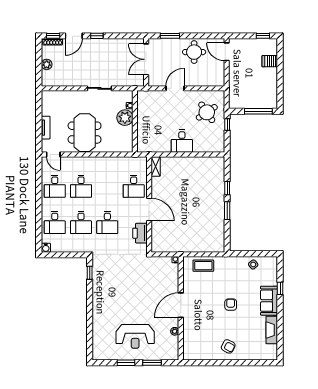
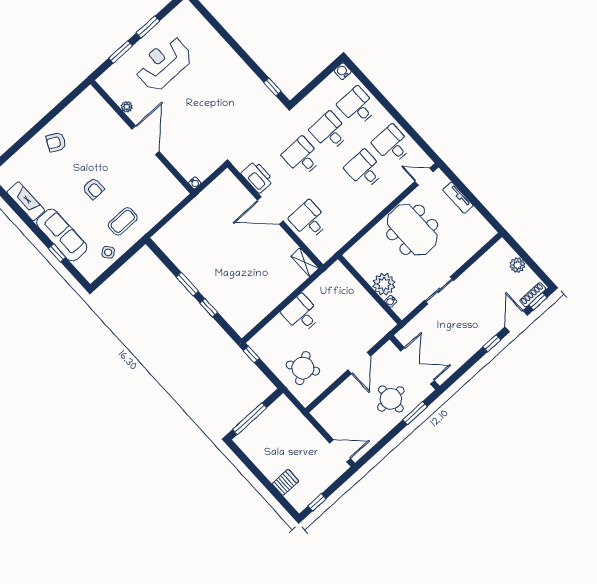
round table: (194, 52) -> (391, 399), moved
window: (227, 125) -> (251, 355), moved
coffee table: (203, 266) -> (123, 221), moved
sofa: (269, 301) -> (62, 235), width x1.36

